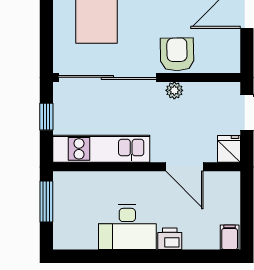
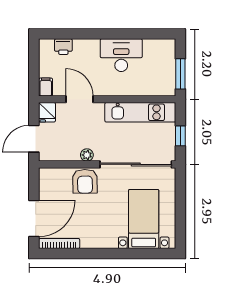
filing cabinet: (230, 237) -> (46, 87), moved, turned 180
printer: (170, 239) -> (63, 47), moved

